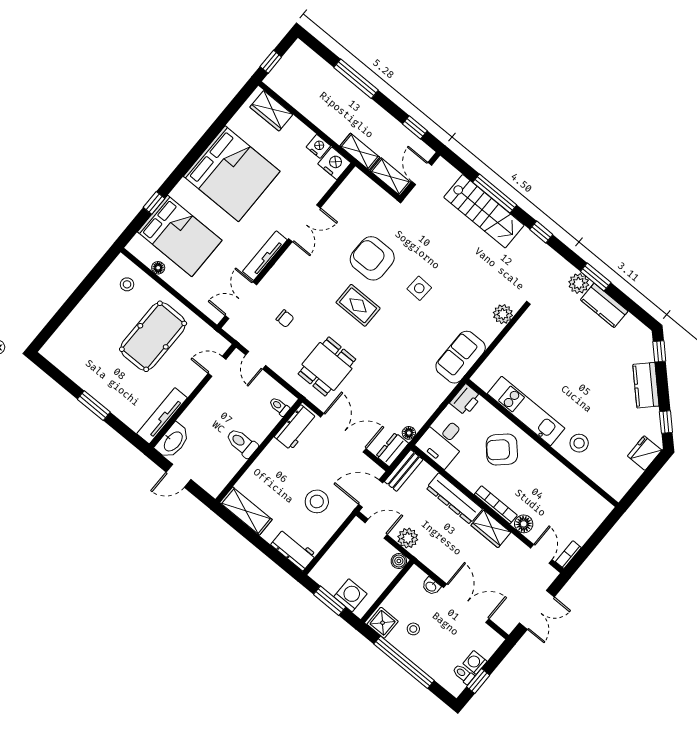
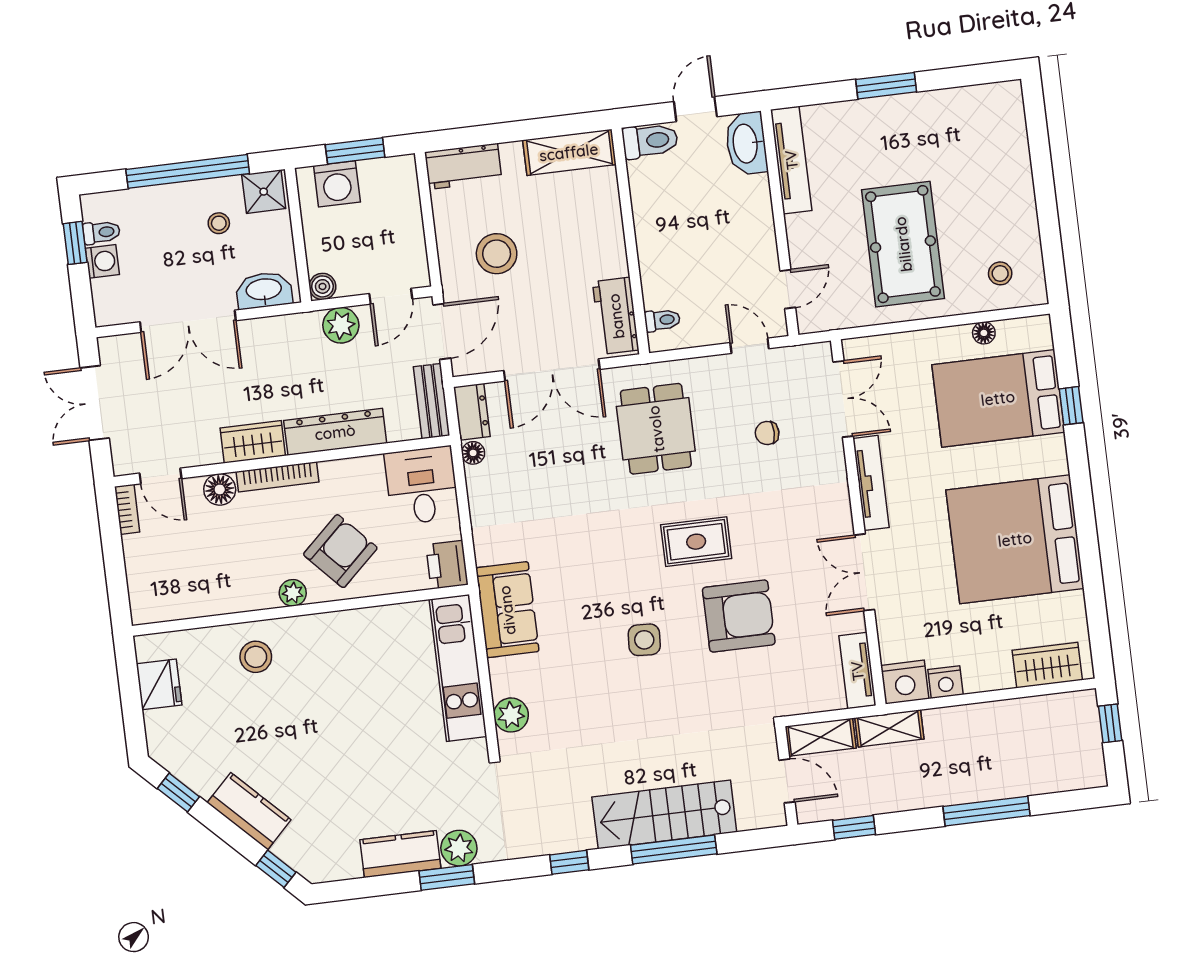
tv unit: (348, 188) -> (857, 671), added
kitchen unit: (526, 411) -> (458, 668), moved, turned 90
toilet: (242, 443) -> (650, 141), moved
plant: (538, 453) -> (293, 593), added
fridge: (645, 453) -> (159, 684), moved
washbasin: (431, 586) -> (264, 290), width x1.91, depth x1.45

